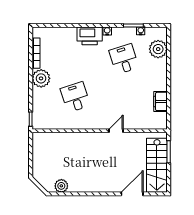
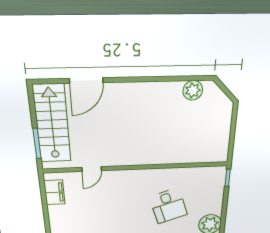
filing cabinet: (161, 101) -> (54, 192), moved
door: (116, 131) -> (92, 169), moved

